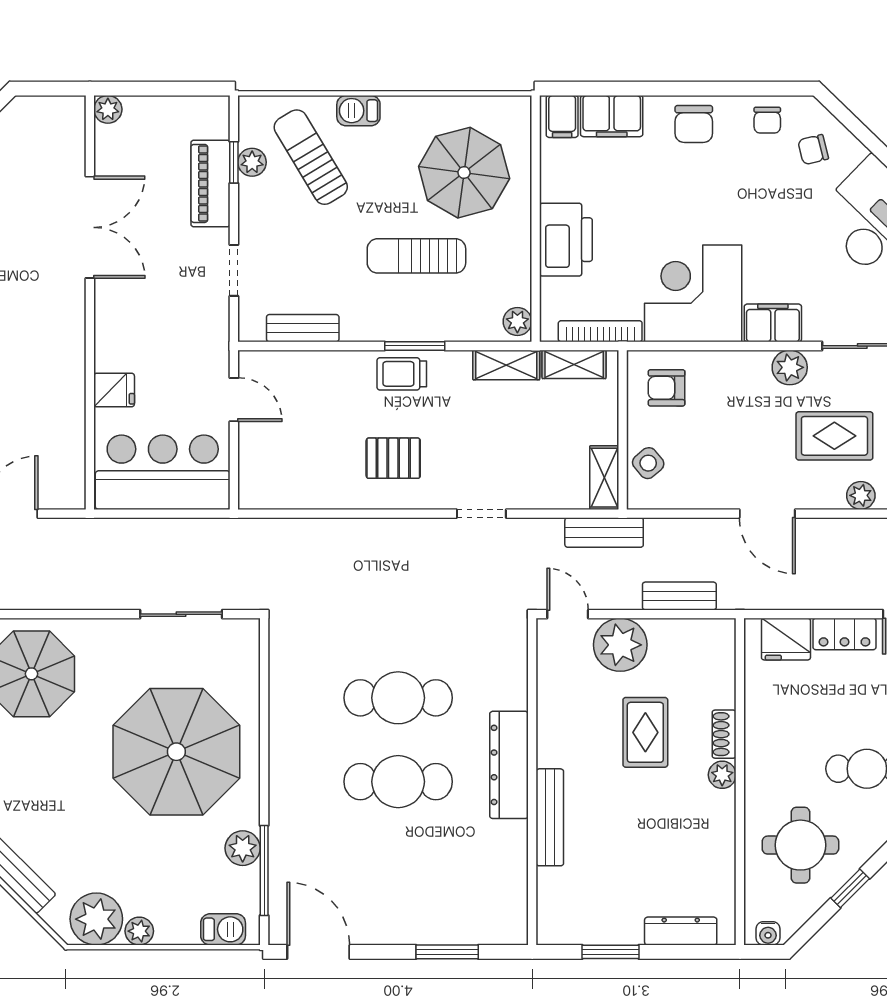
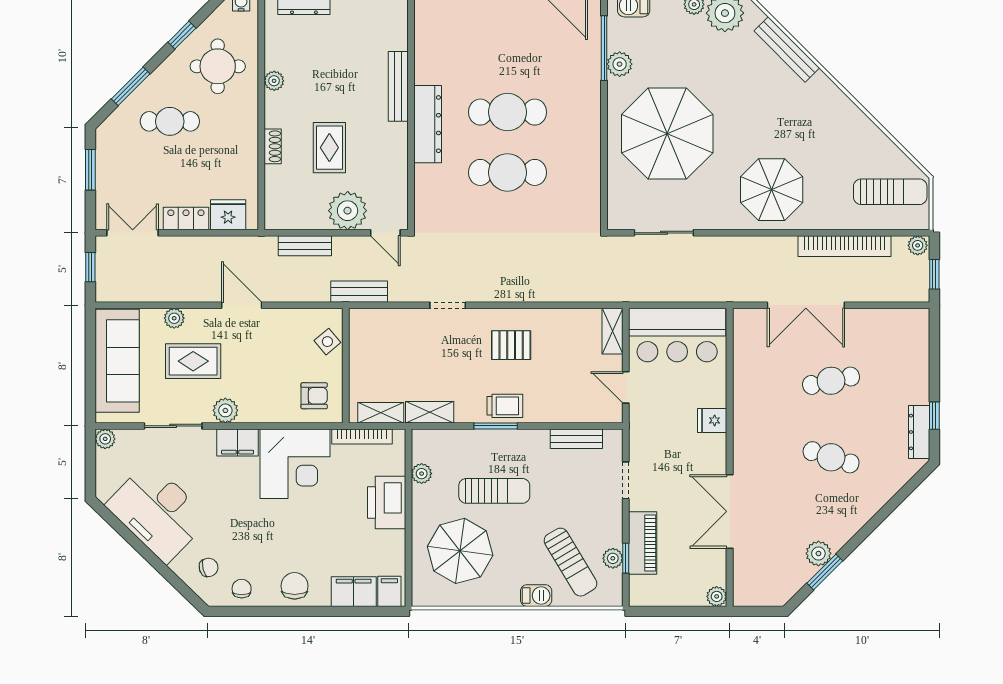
plant: (517, 321) -> (422, 474), moved
fridge: (114, 390) -> (712, 420), moved
shelving: (604, 478) -> (613, 331), moved
plant: (722, 775) -> (274, 81), moved

